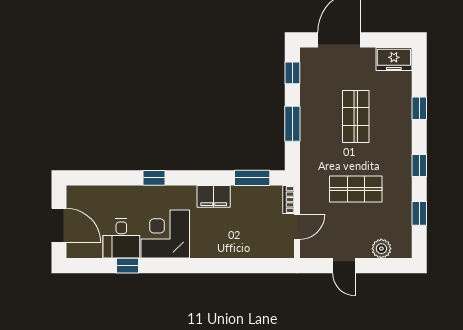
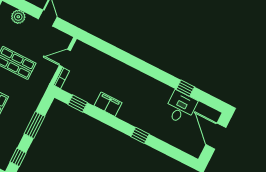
window: (252, 178) -> (78, 104), width x0.67
corner desk: (165, 234) -> (151, 96), removed

